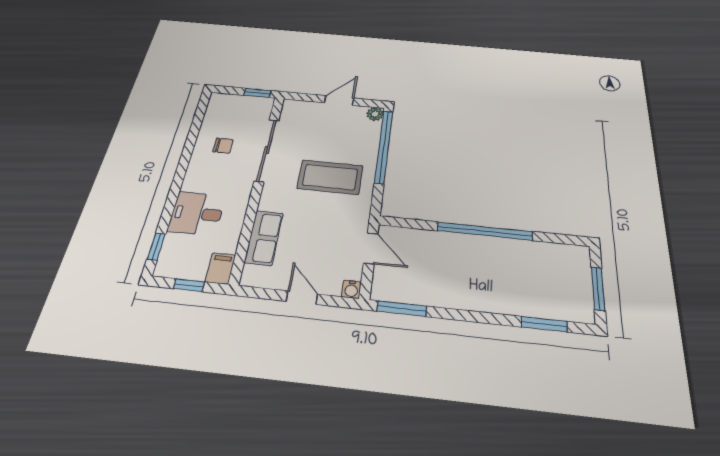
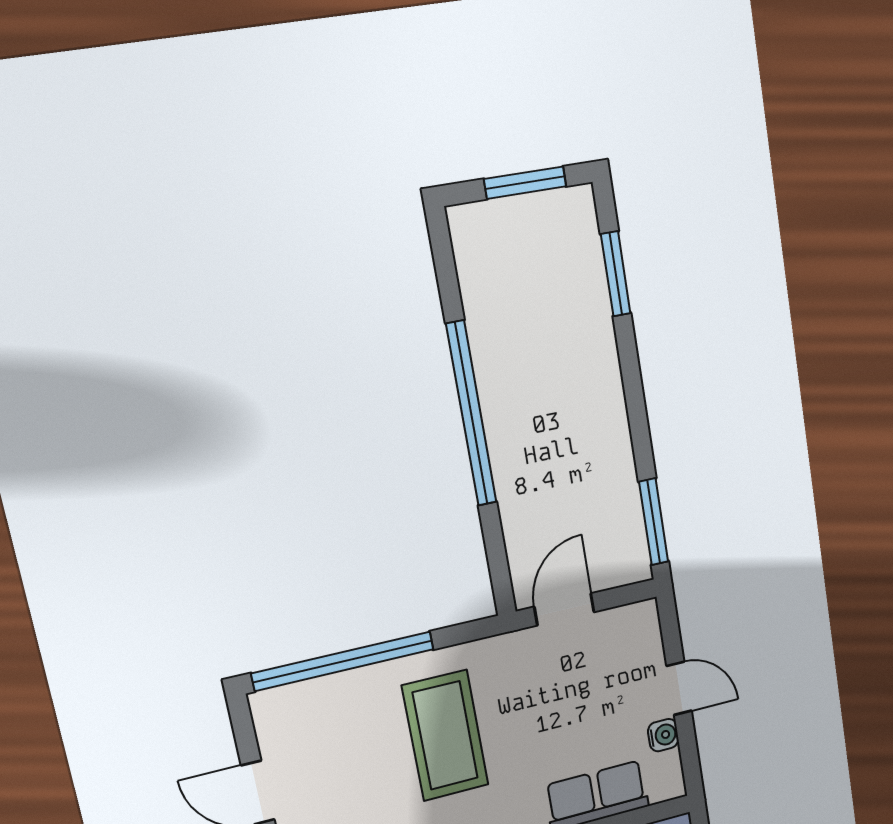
plant: (375, 114) -> (268, 707), removed
water cooler: (351, 289) -> (663, 735), moved
door: (302, 298) -> (679, 688), swing flipped

